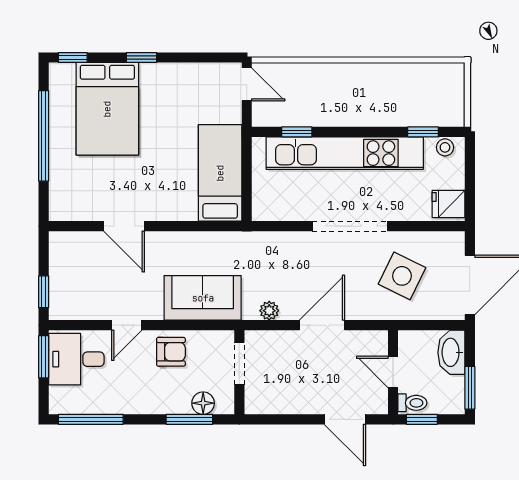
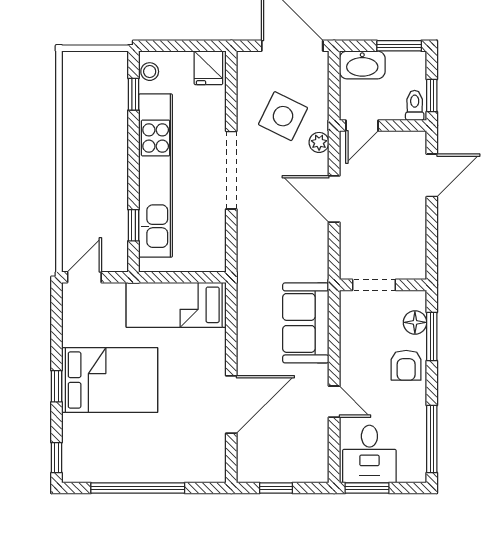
bed: (107, 109) -> (110, 380), moved
door: (124, 226) -> (231, 405), width x1.36
window: (44, 292) -> (276, 488), moved
plant: (269, 311) -> (319, 142), moved
armchair: (171, 352) -> (406, 365), moved, turned 180
door: (393, 372) -> (362, 125), moved

